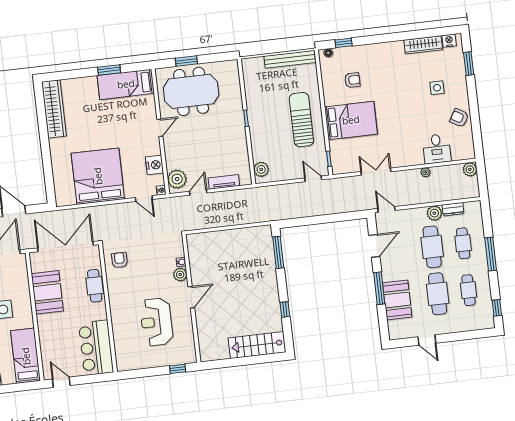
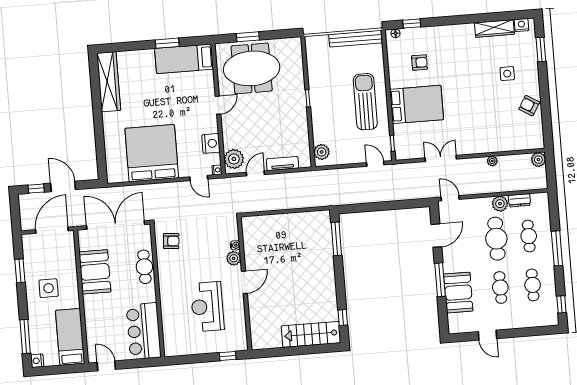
desk: (437, 149) -> (505, 137), removed
armchair: (120, 260) -> (171, 241), turned 95
cafe table: (438, 294) -> (500, 288), width x0.73, depth x0.74
window: (285, 309) -> (343, 317), moved

